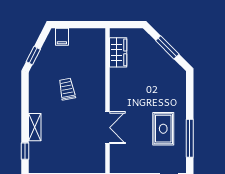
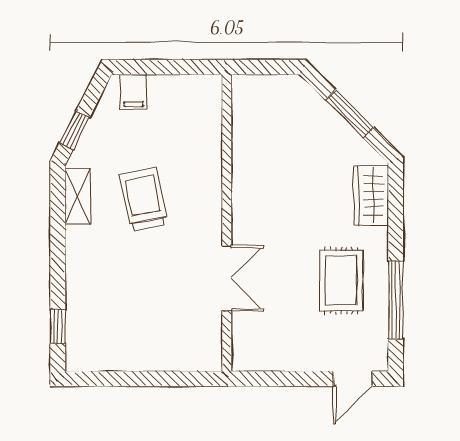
wardrobe: (118, 52) -> (371, 195), moved, turned 180
trolley: (67, 89) -> (144, 199), width x1.36, depth x1.39
shelving: (35, 127) -> (78, 197), moved

